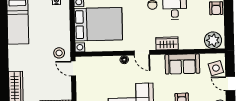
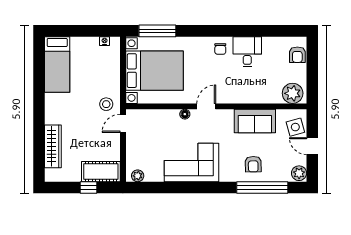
wardrobe: (167, 43) -> (237, 96), removed
door: (142, 53) -> (206, 106), swing flipped
door: (73, 68) -> (123, 123), hinge flipped

